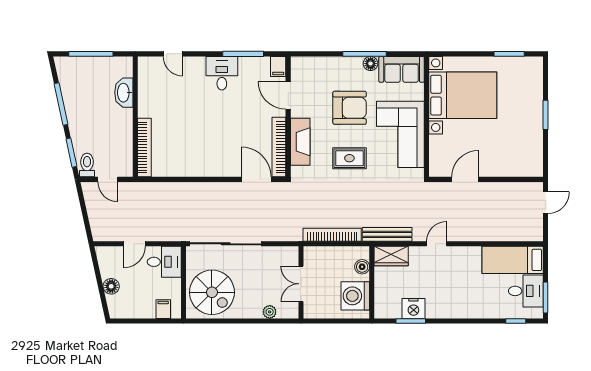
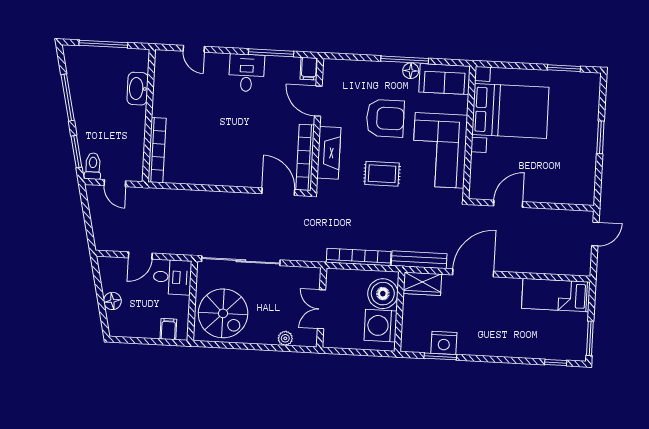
door: (437, 244) -> (473, 273), width x1.87
boiler: (362, 267) -> (383, 294), width x1.86, depth x1.86
desk: (526, 291) -> (569, 330), removed

